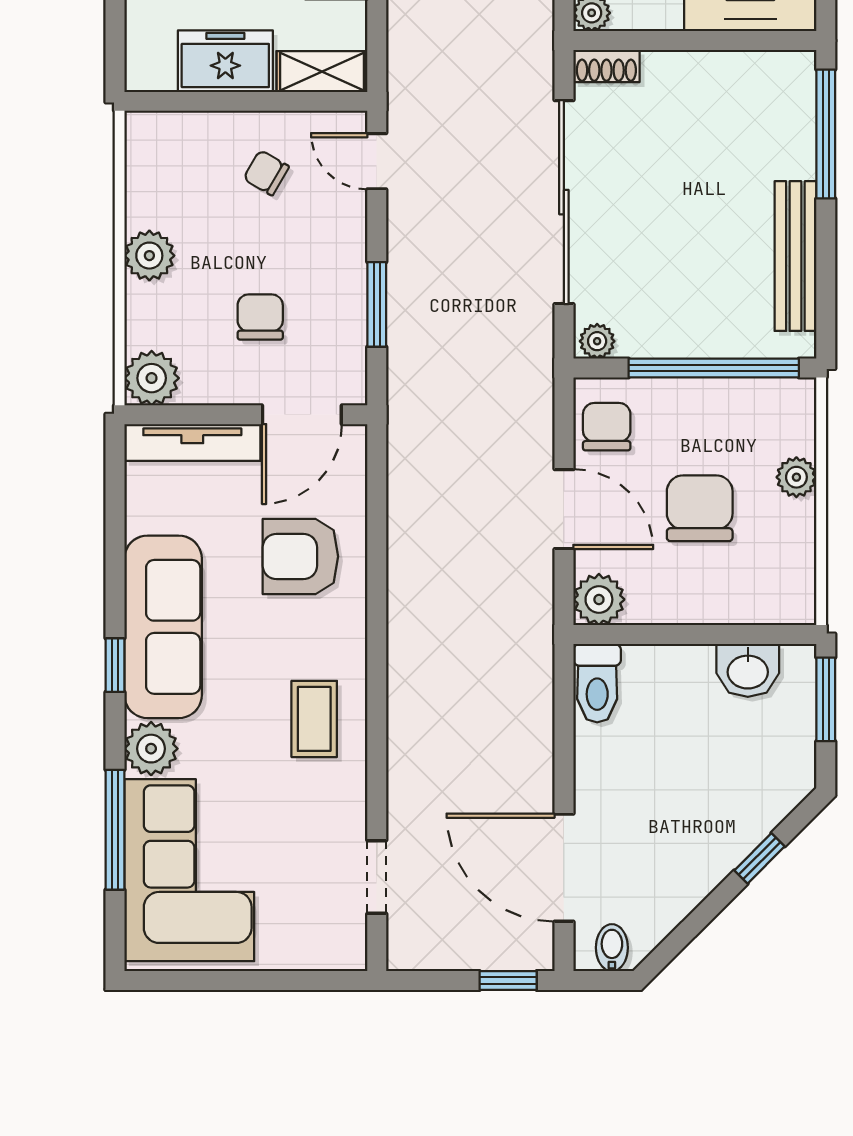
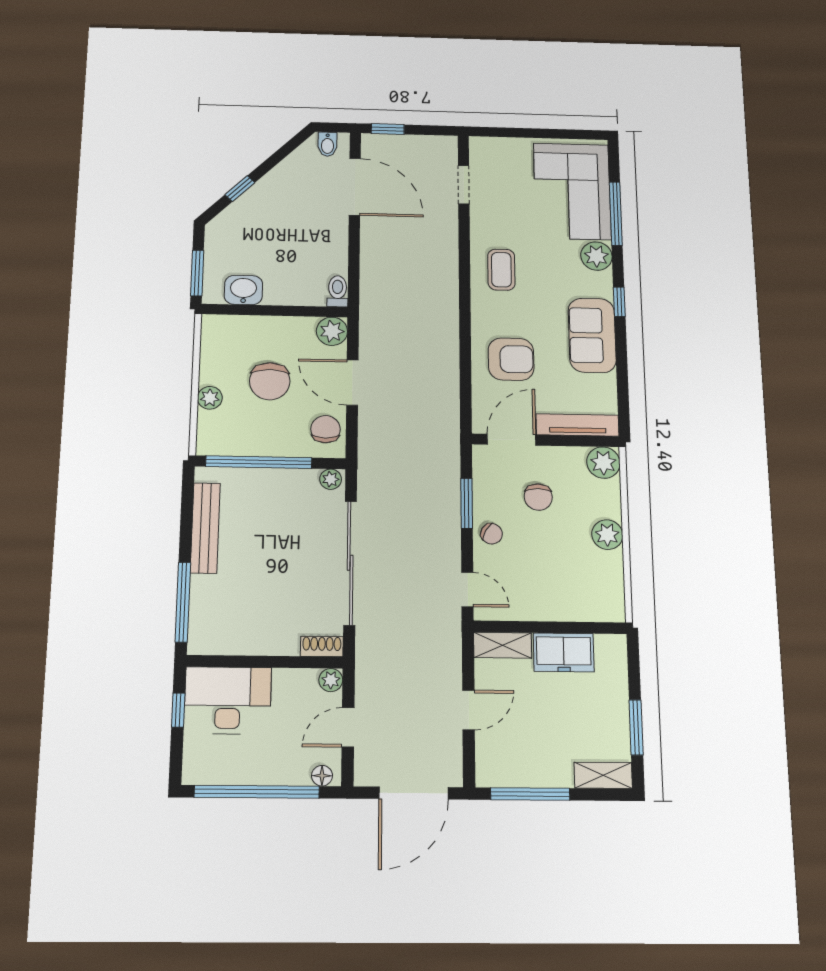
chair: (266, 173) -> (492, 534), moved
chair: (607, 427) -> (326, 429), turned 180
sofa: (163, 627) -> (592, 335), width x0.73
toilet: (597, 683) -> (338, 291), width x0.73, depth x0.72

